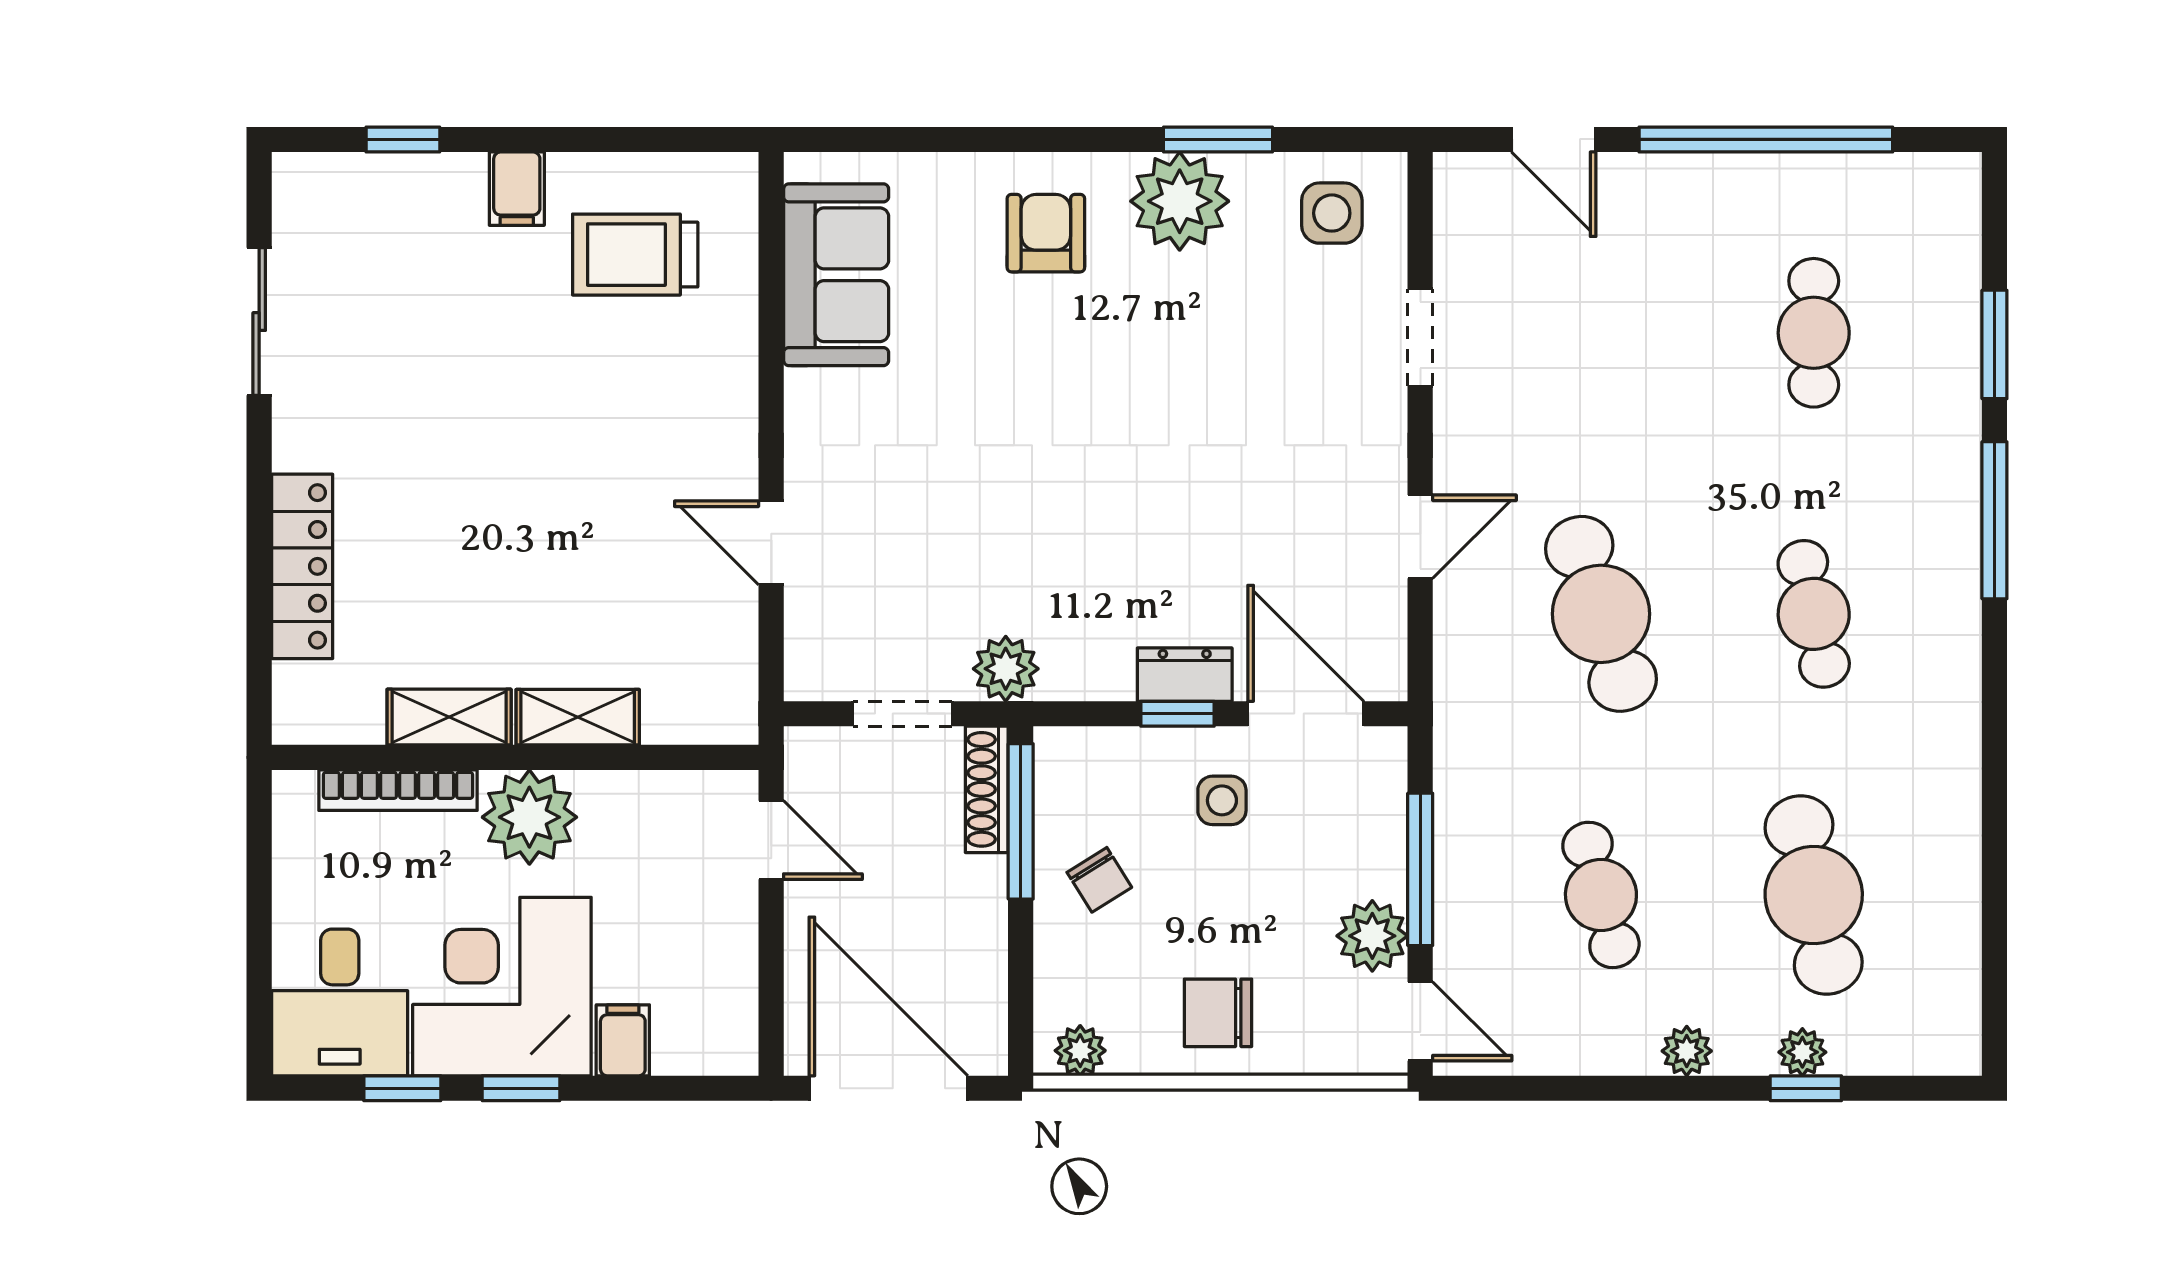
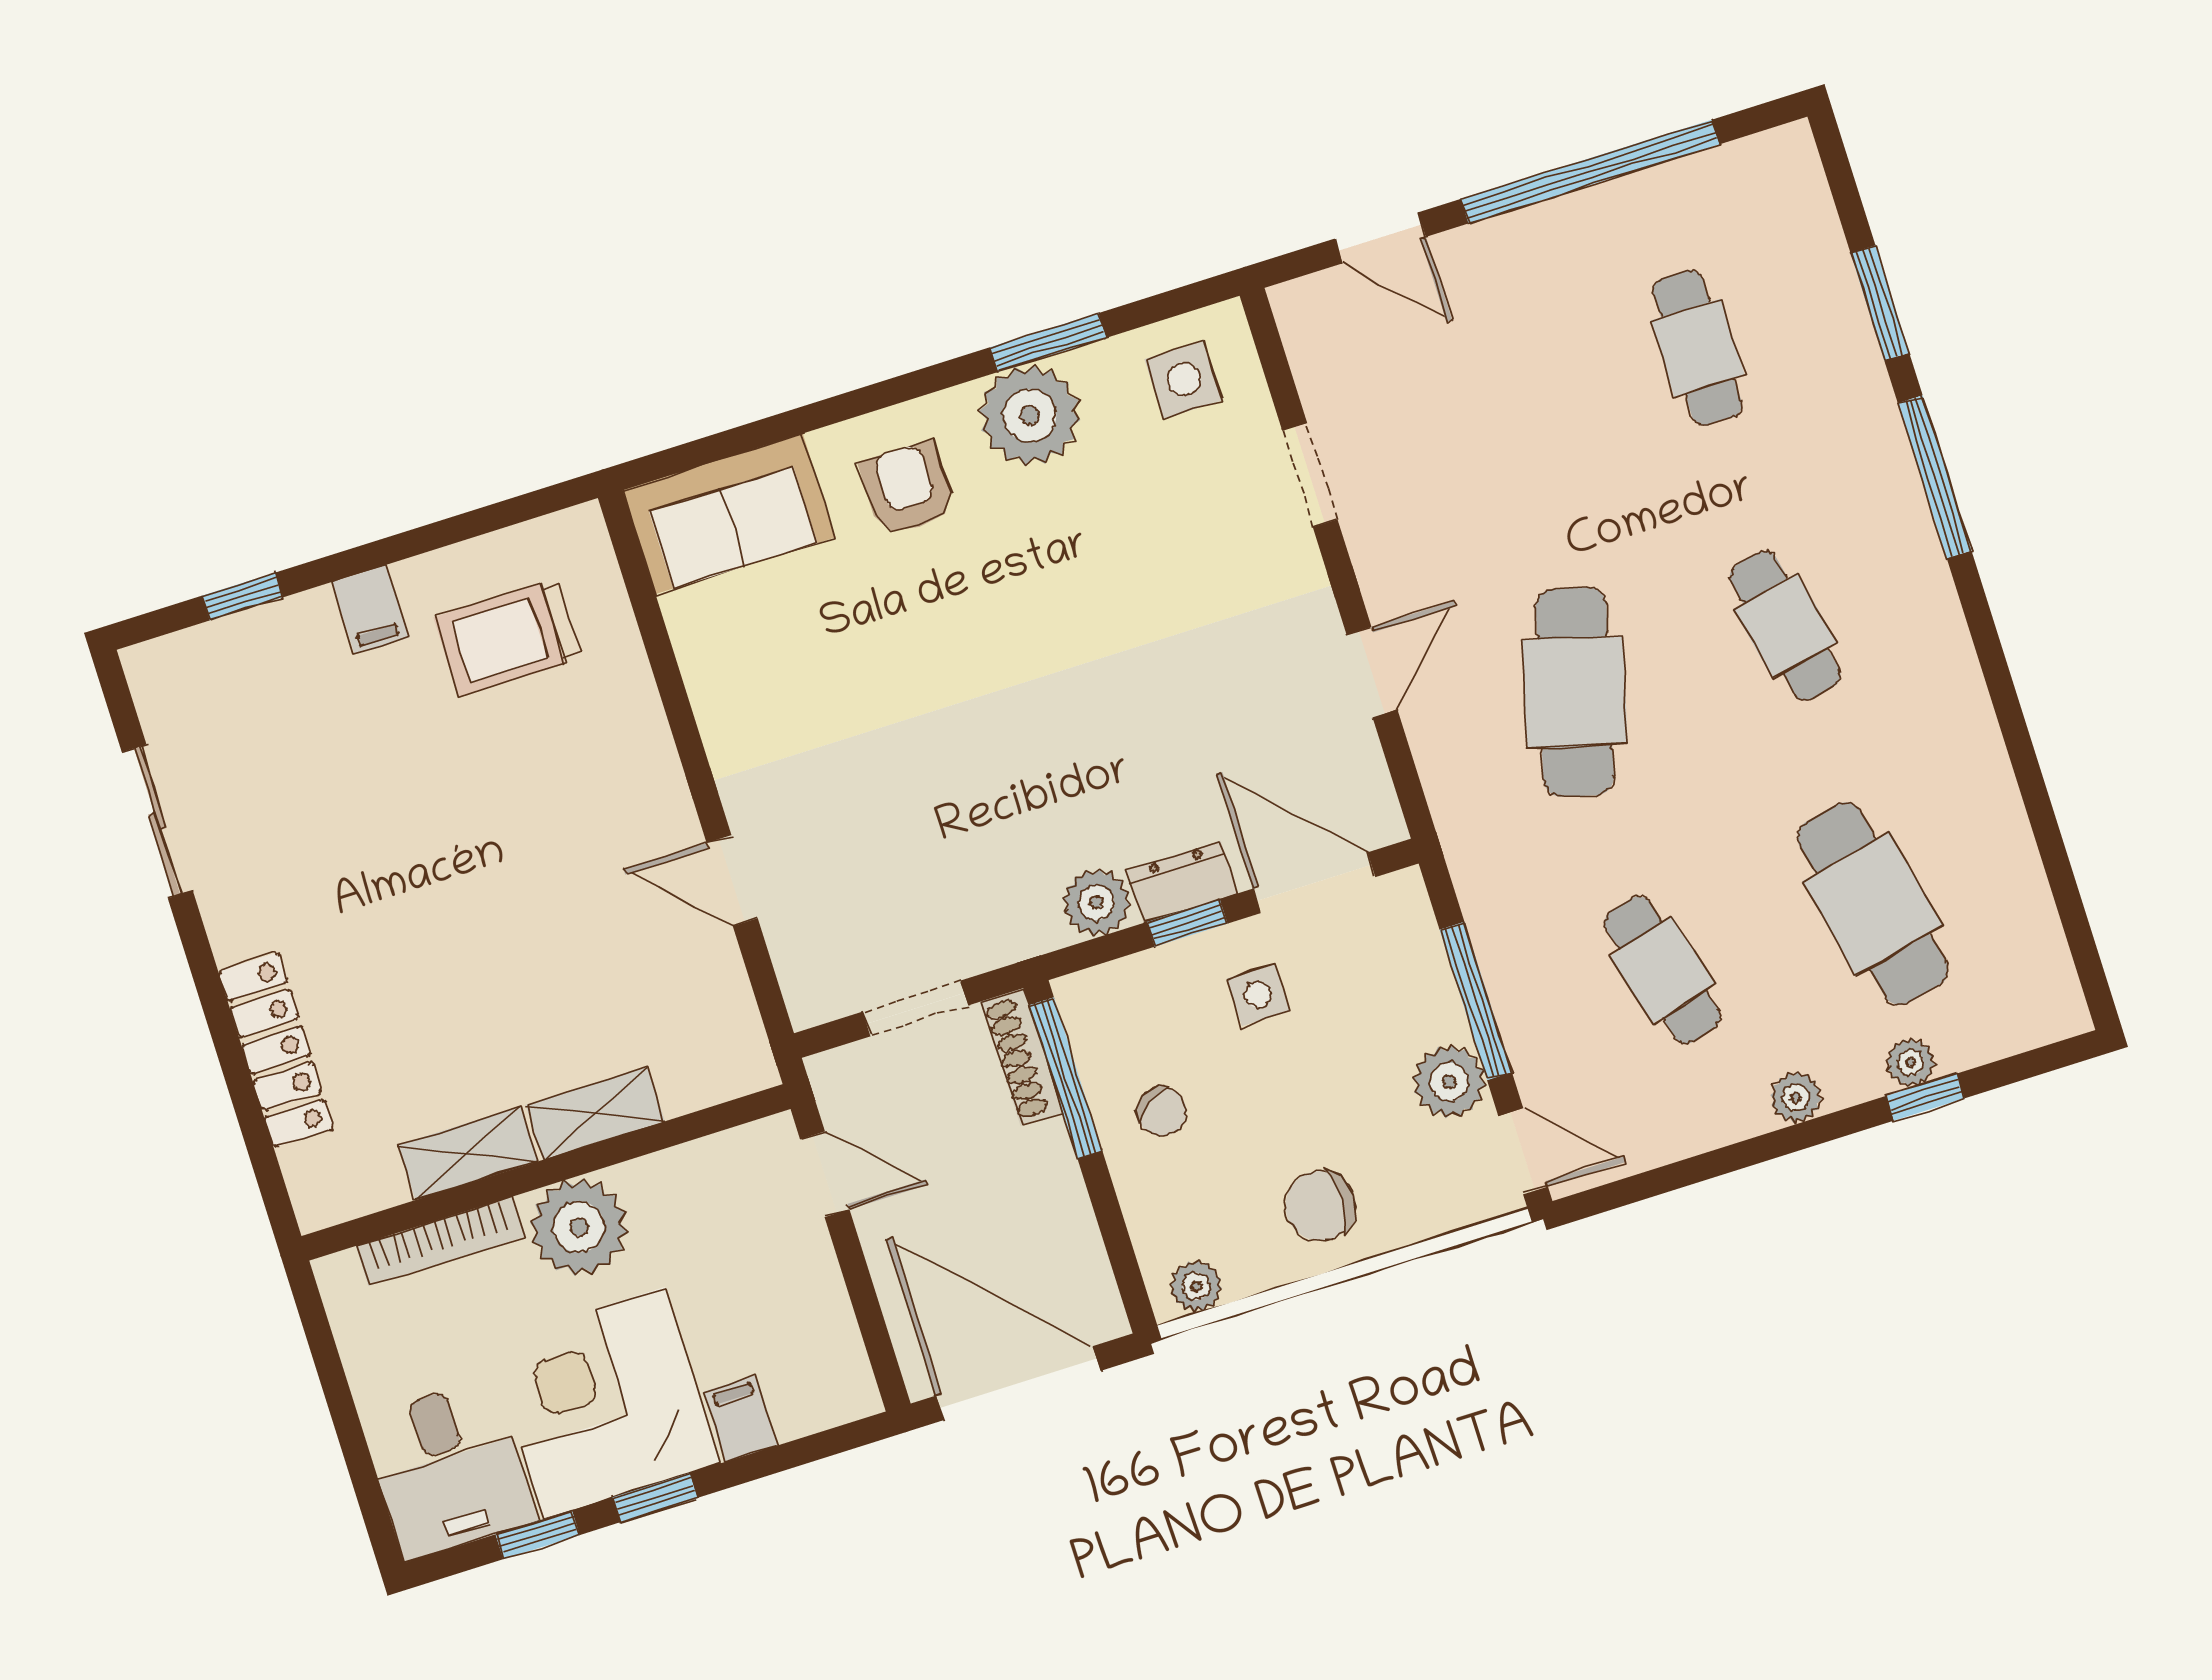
sofa: (836, 275) -> (729, 514), moved, turned 90
cafe table: (1601, 614) -> (1575, 692), turned 33
plant: (1006, 669) -> (1096, 903), moved

